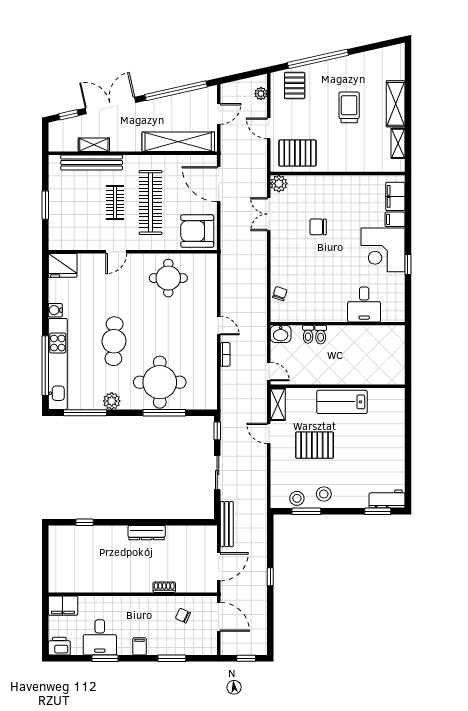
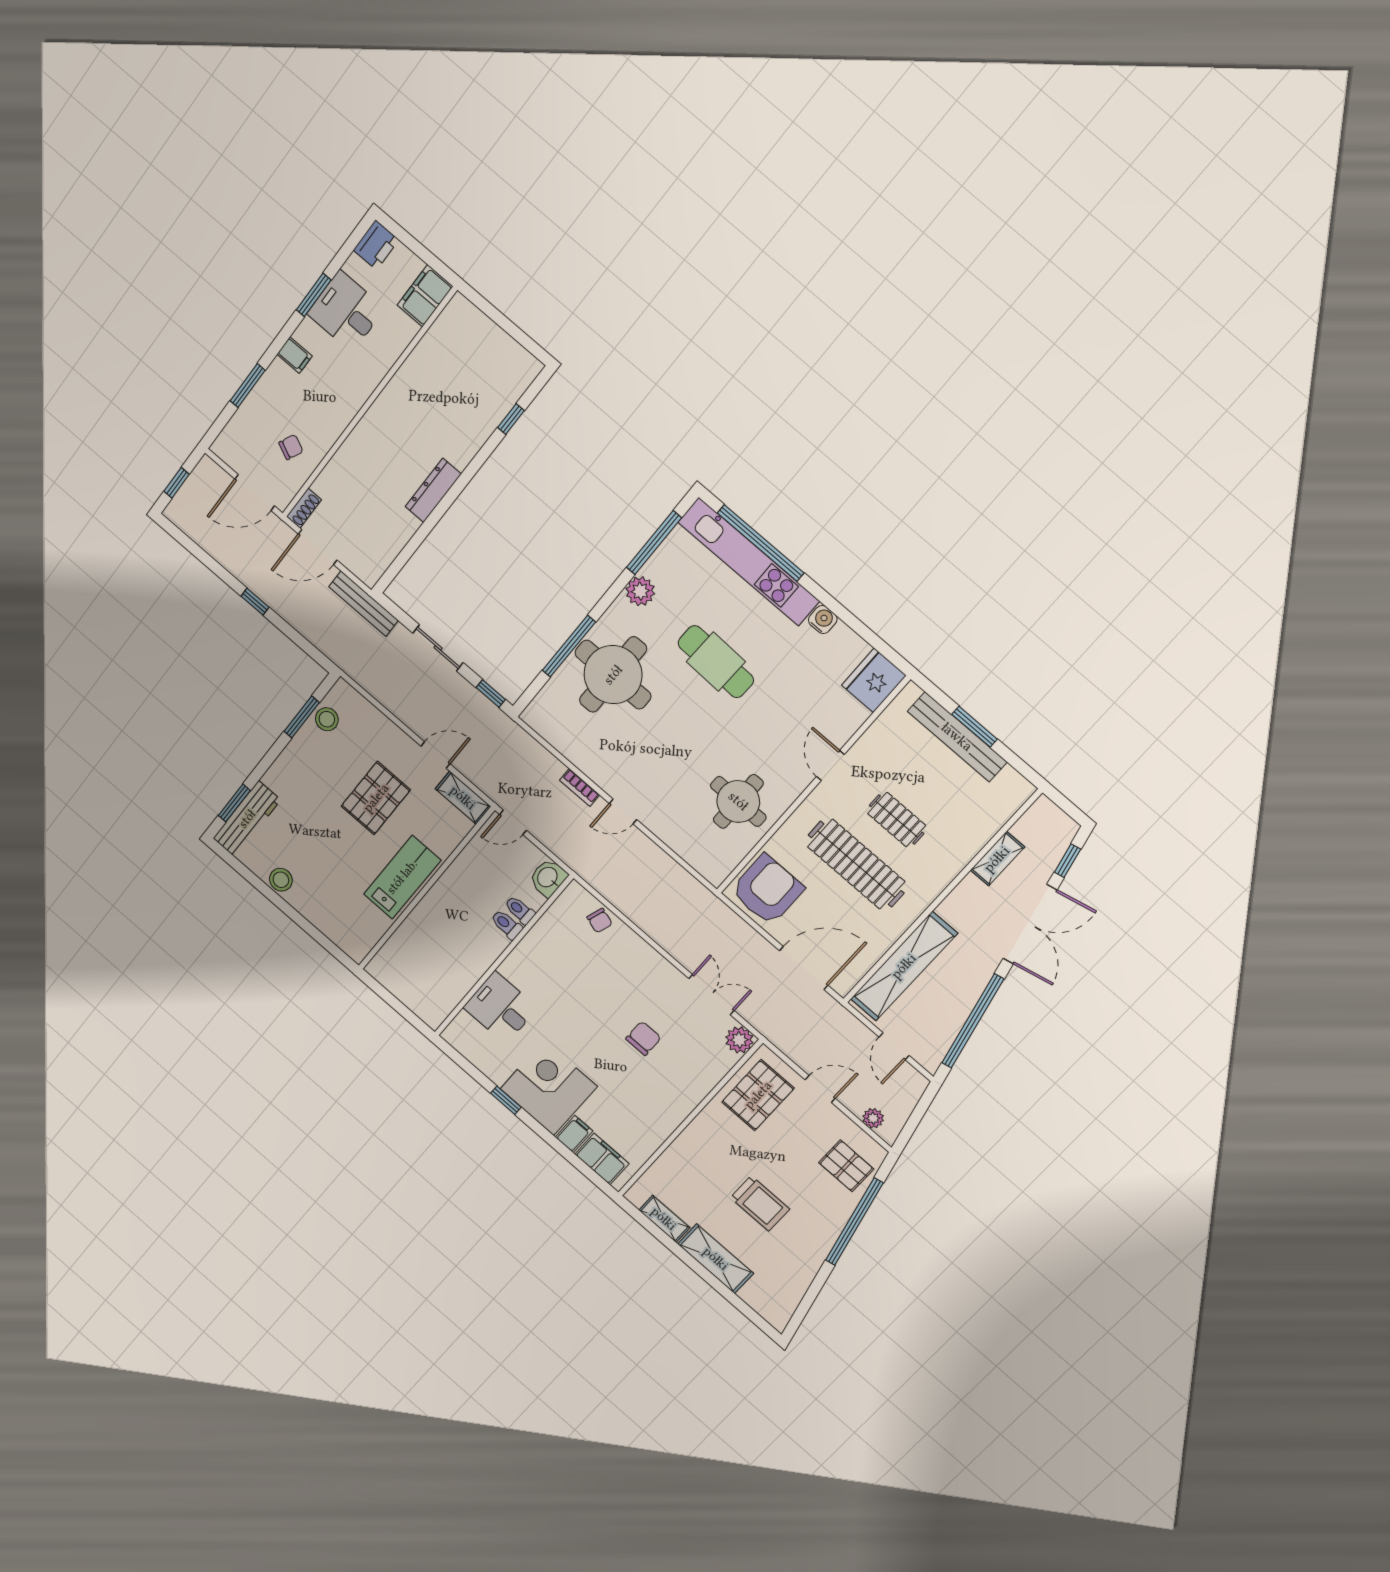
bench: (92, 162) -> (957, 737), moved, turned 90
stool: (324, 494) -> (281, 880), moved
workbench: (387, 499) -> (247, 819), width x1.38
door: (219, 567) -> (318, 547), hinge flipped
shoe rack: (164, 587) -> (304, 508), moved

